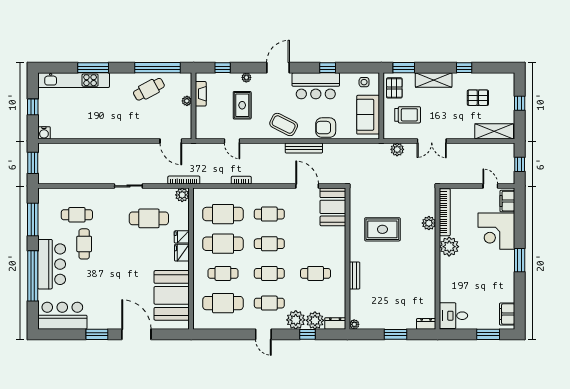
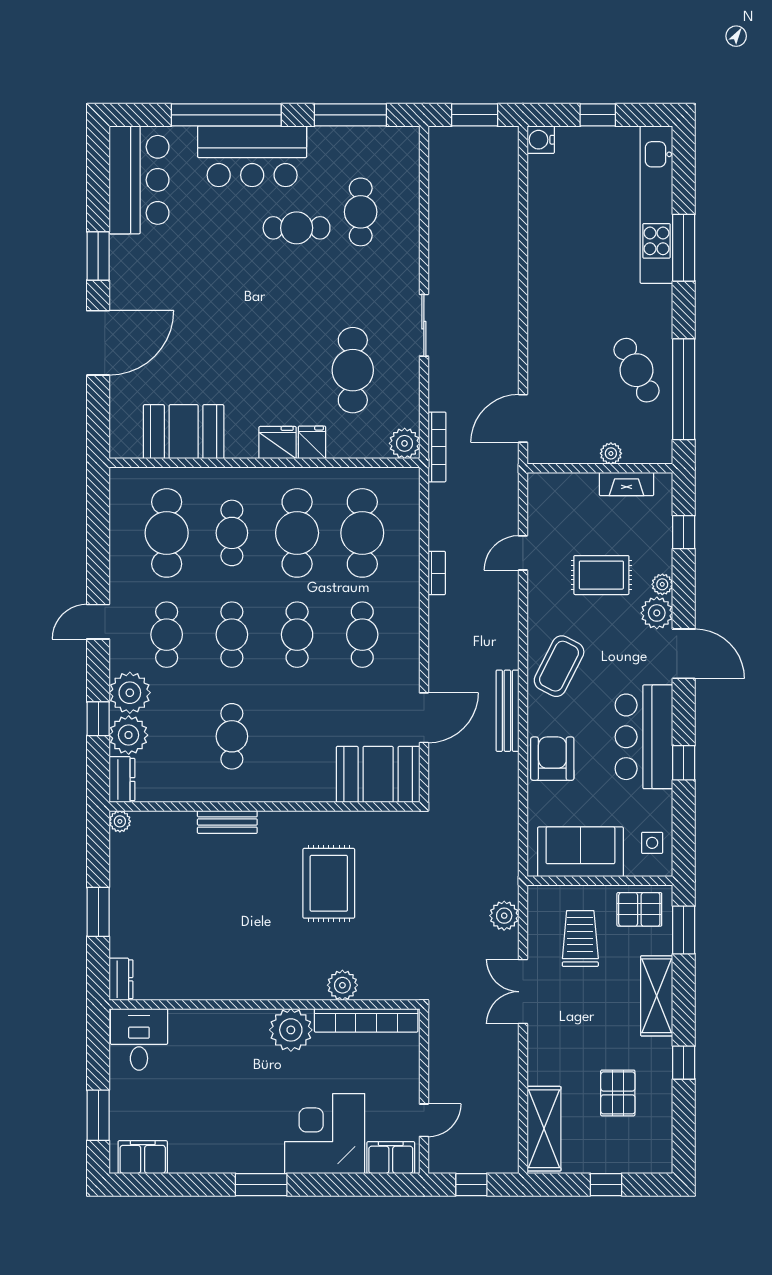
plant: (259, 80) -> (657, 613), added
trolley: (408, 115) -> (580, 939), turned 180
booth: (172, 295) -> (184, 432), width x0.73, depth x0.70

